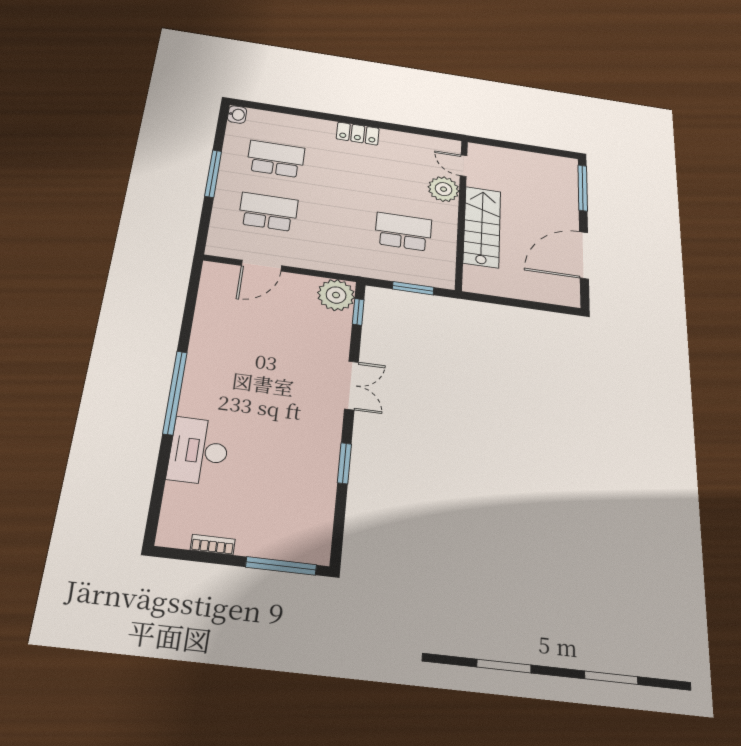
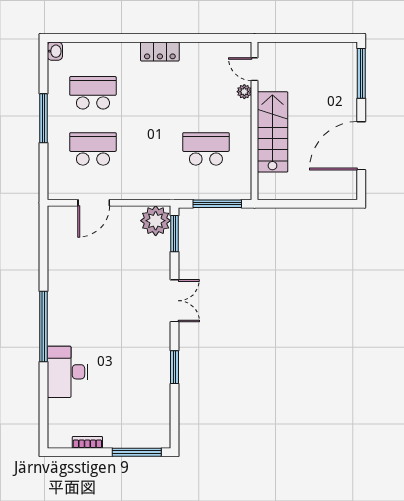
plant: (444, 189) -> (244, 92), width x0.53, depth x0.53
window: (413, 288) -> (217, 204), width x1.44
window: (358, 312) -> (174, 234), width x1.50

